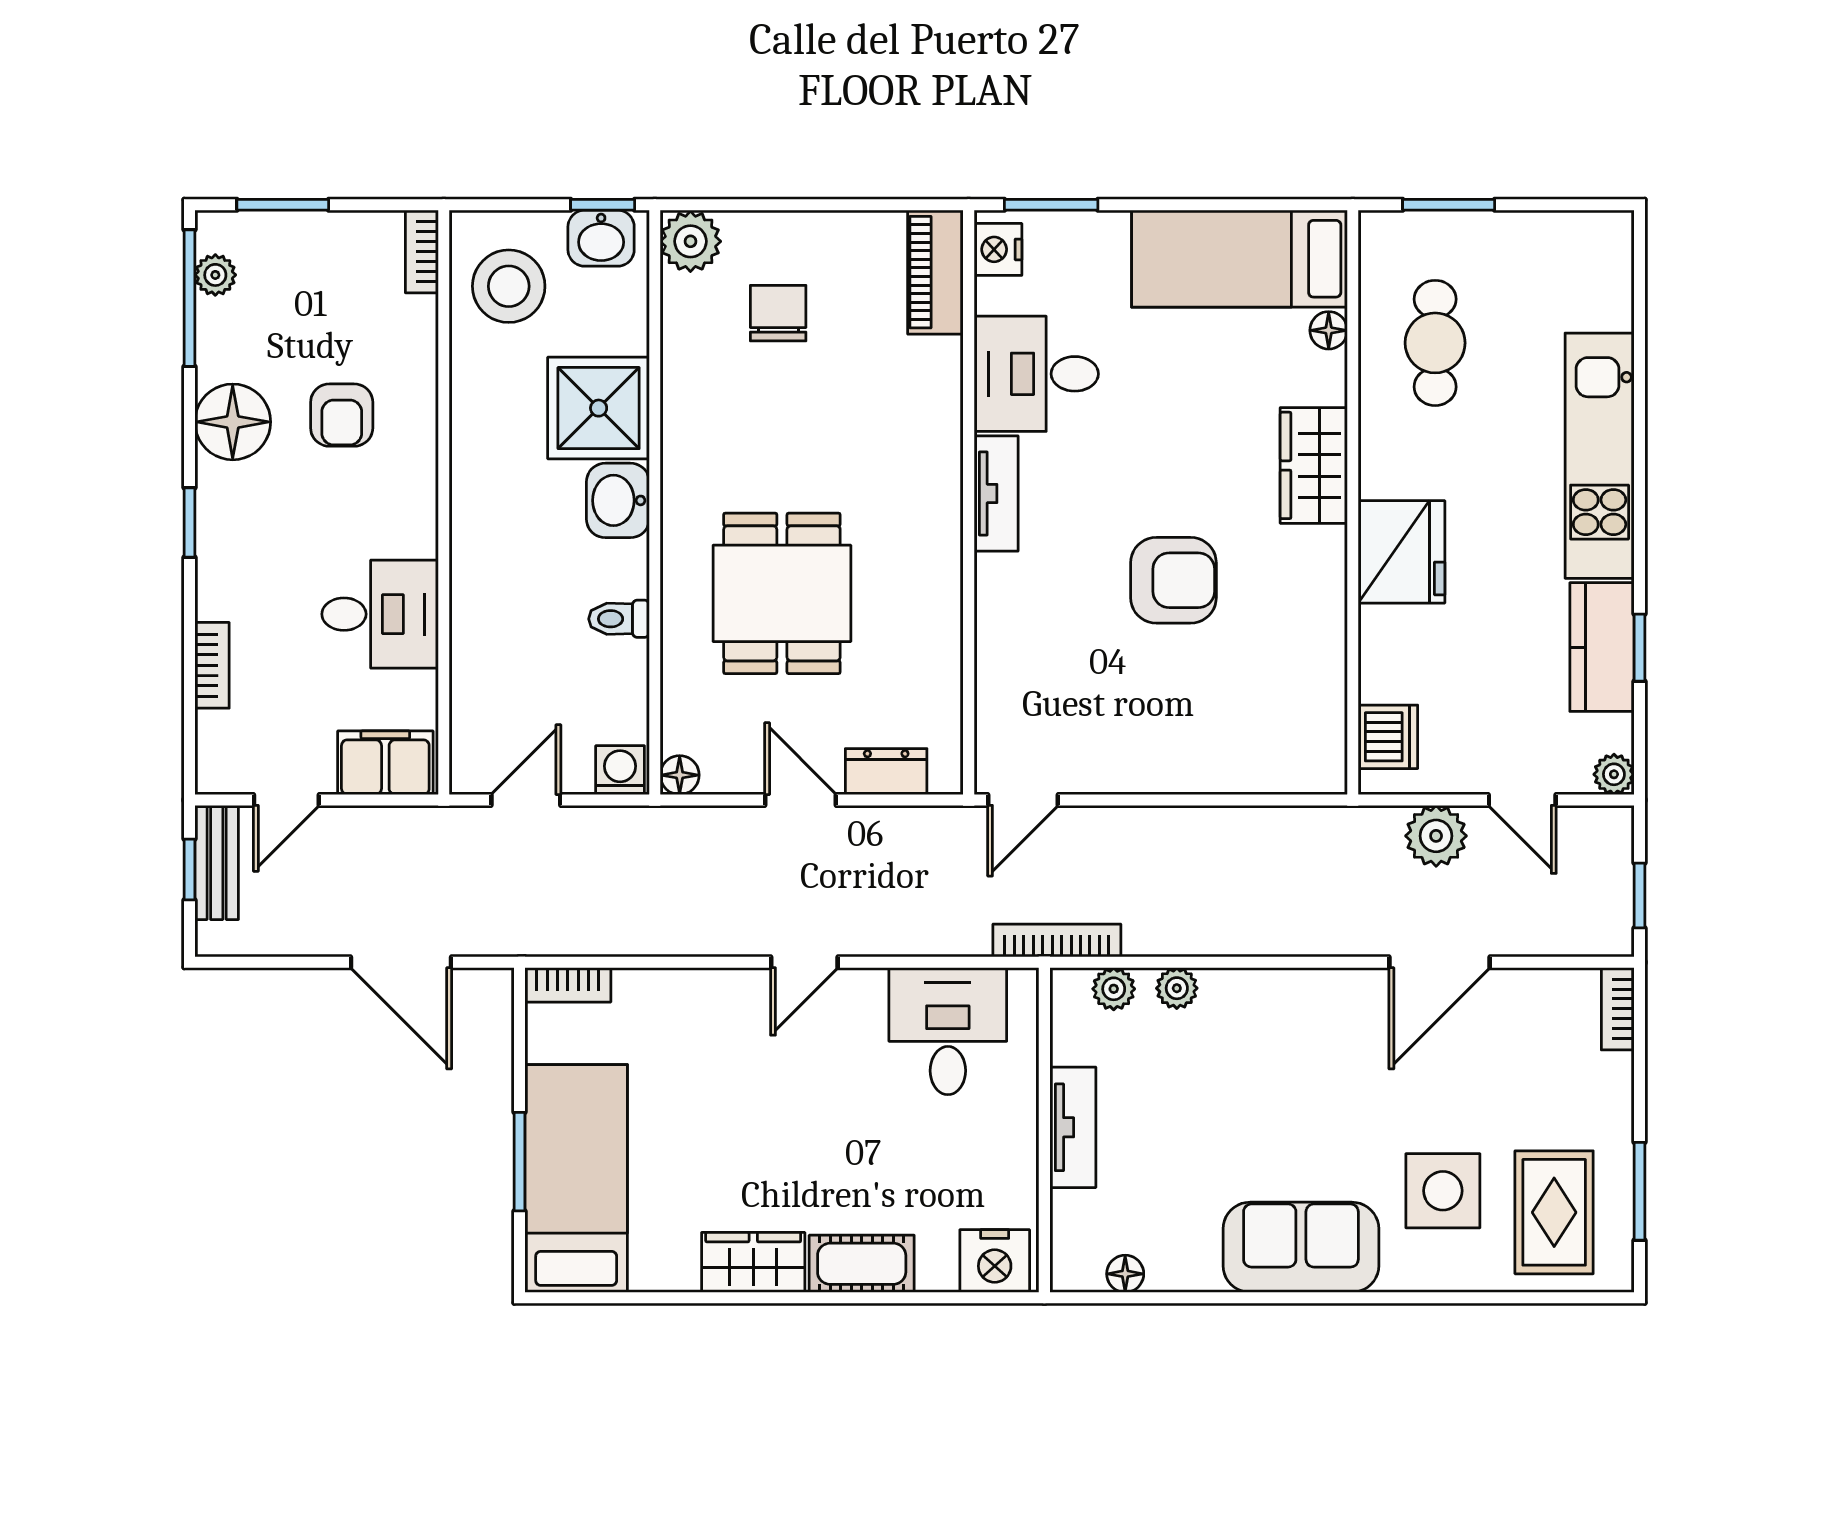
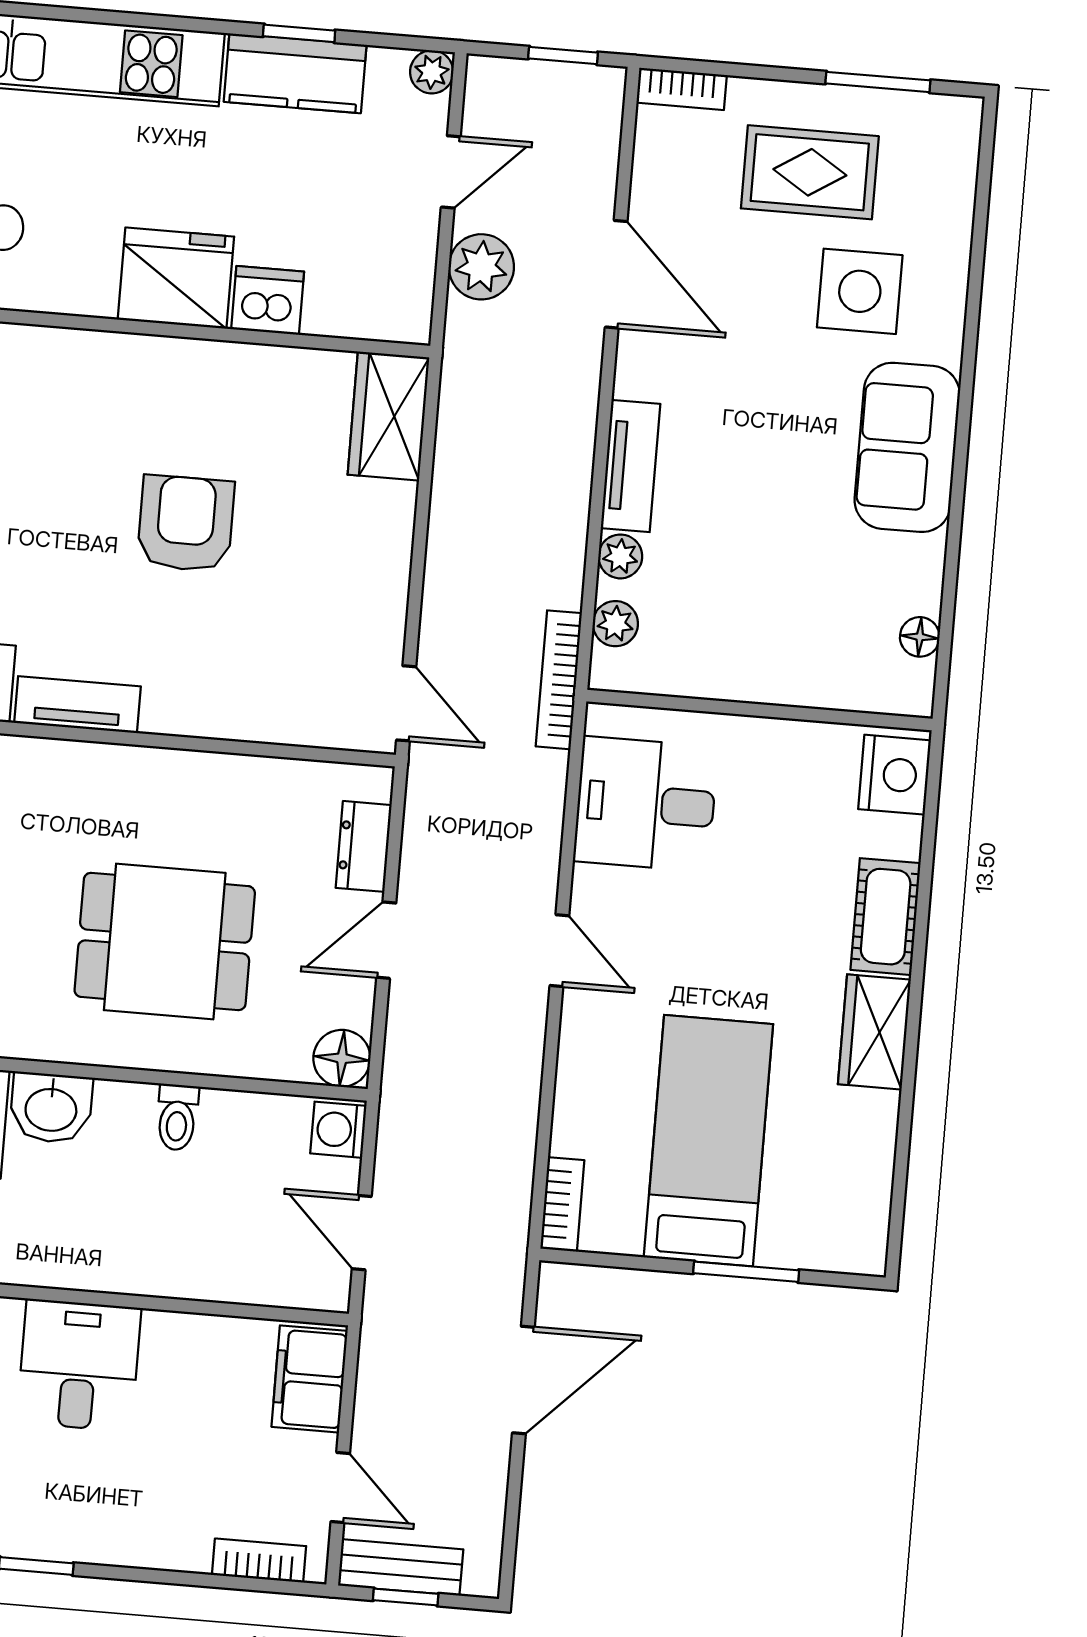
wardrobe: (1314, 465) -> (388, 416), moved, turned 90
desk: (380, 614) -> (79, 1365), moved
bookcase: (212, 665) -> (259, 1561), moved
dishwasher: (1388, 737) -> (268, 300), moved
floor lamp: (680, 775) -> (342, 1058), width x1.37, depth x1.37
tv unit: (1073, 1127) -> (631, 466), moved, turned 90
bed: (576, 1178) -> (708, 1141), moved, turned 90
rug: (1554, 1212) -> (810, 172), moved

